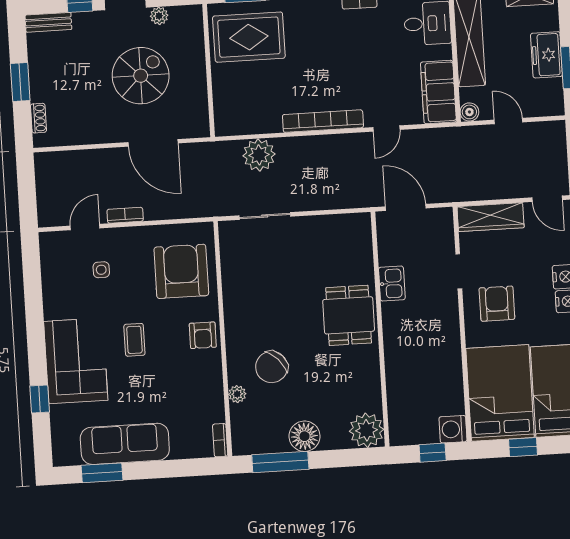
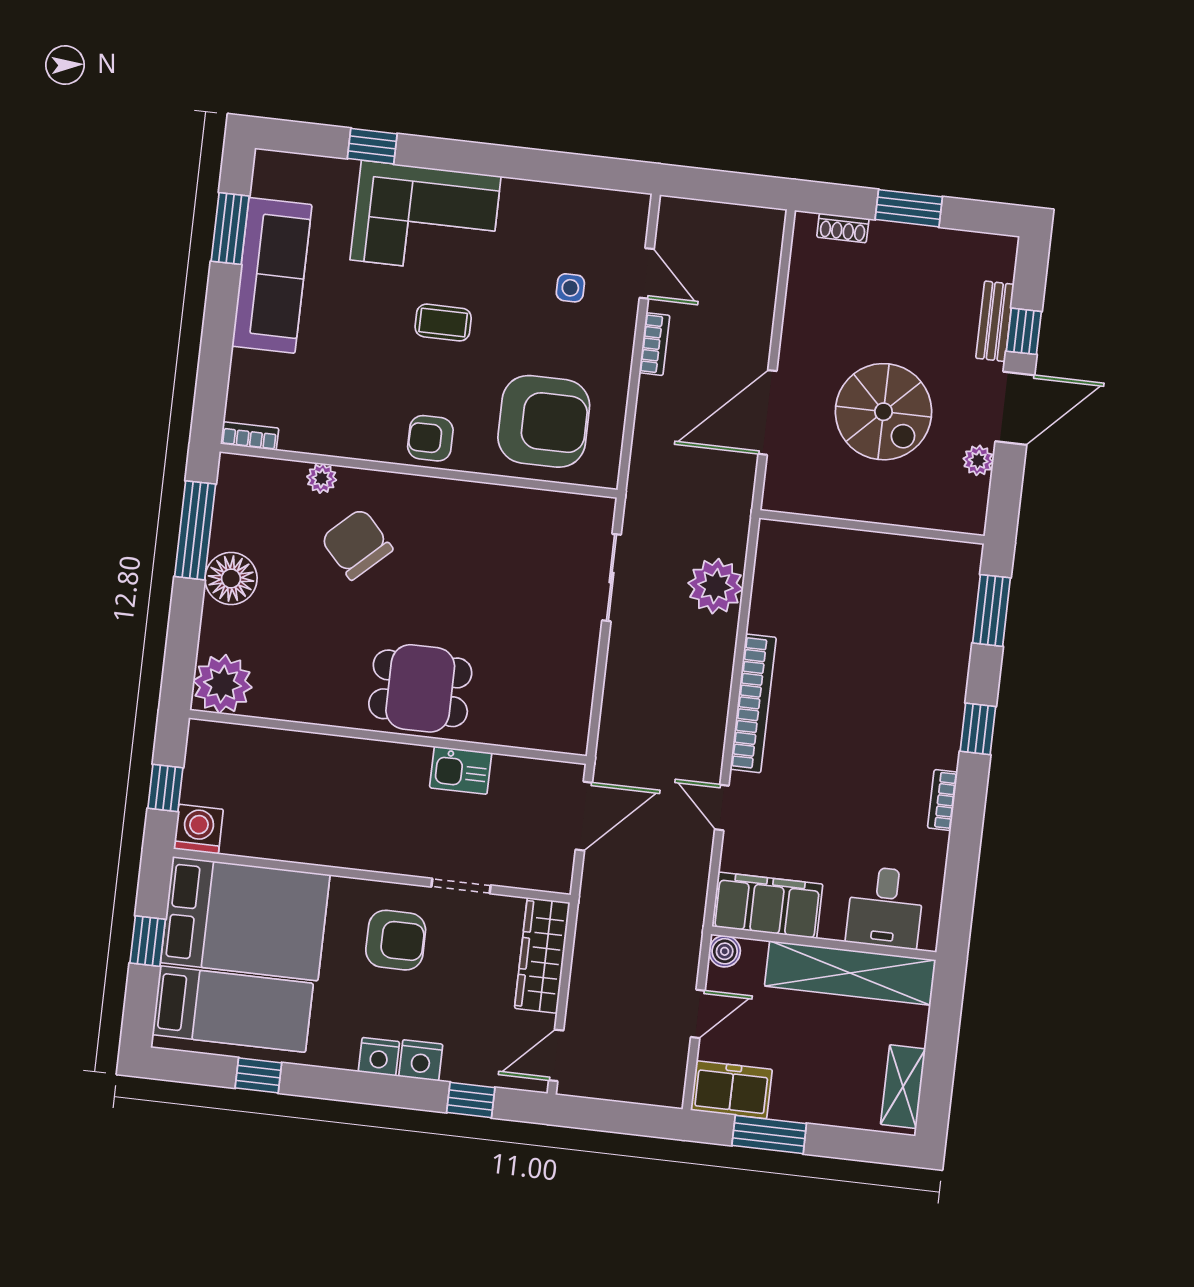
bench: (48, 22) -> (995, 321), moved
rug: (249, 37) -> (916, 604), removed
freezer: (547, 55) -> (731, 1090), moved

